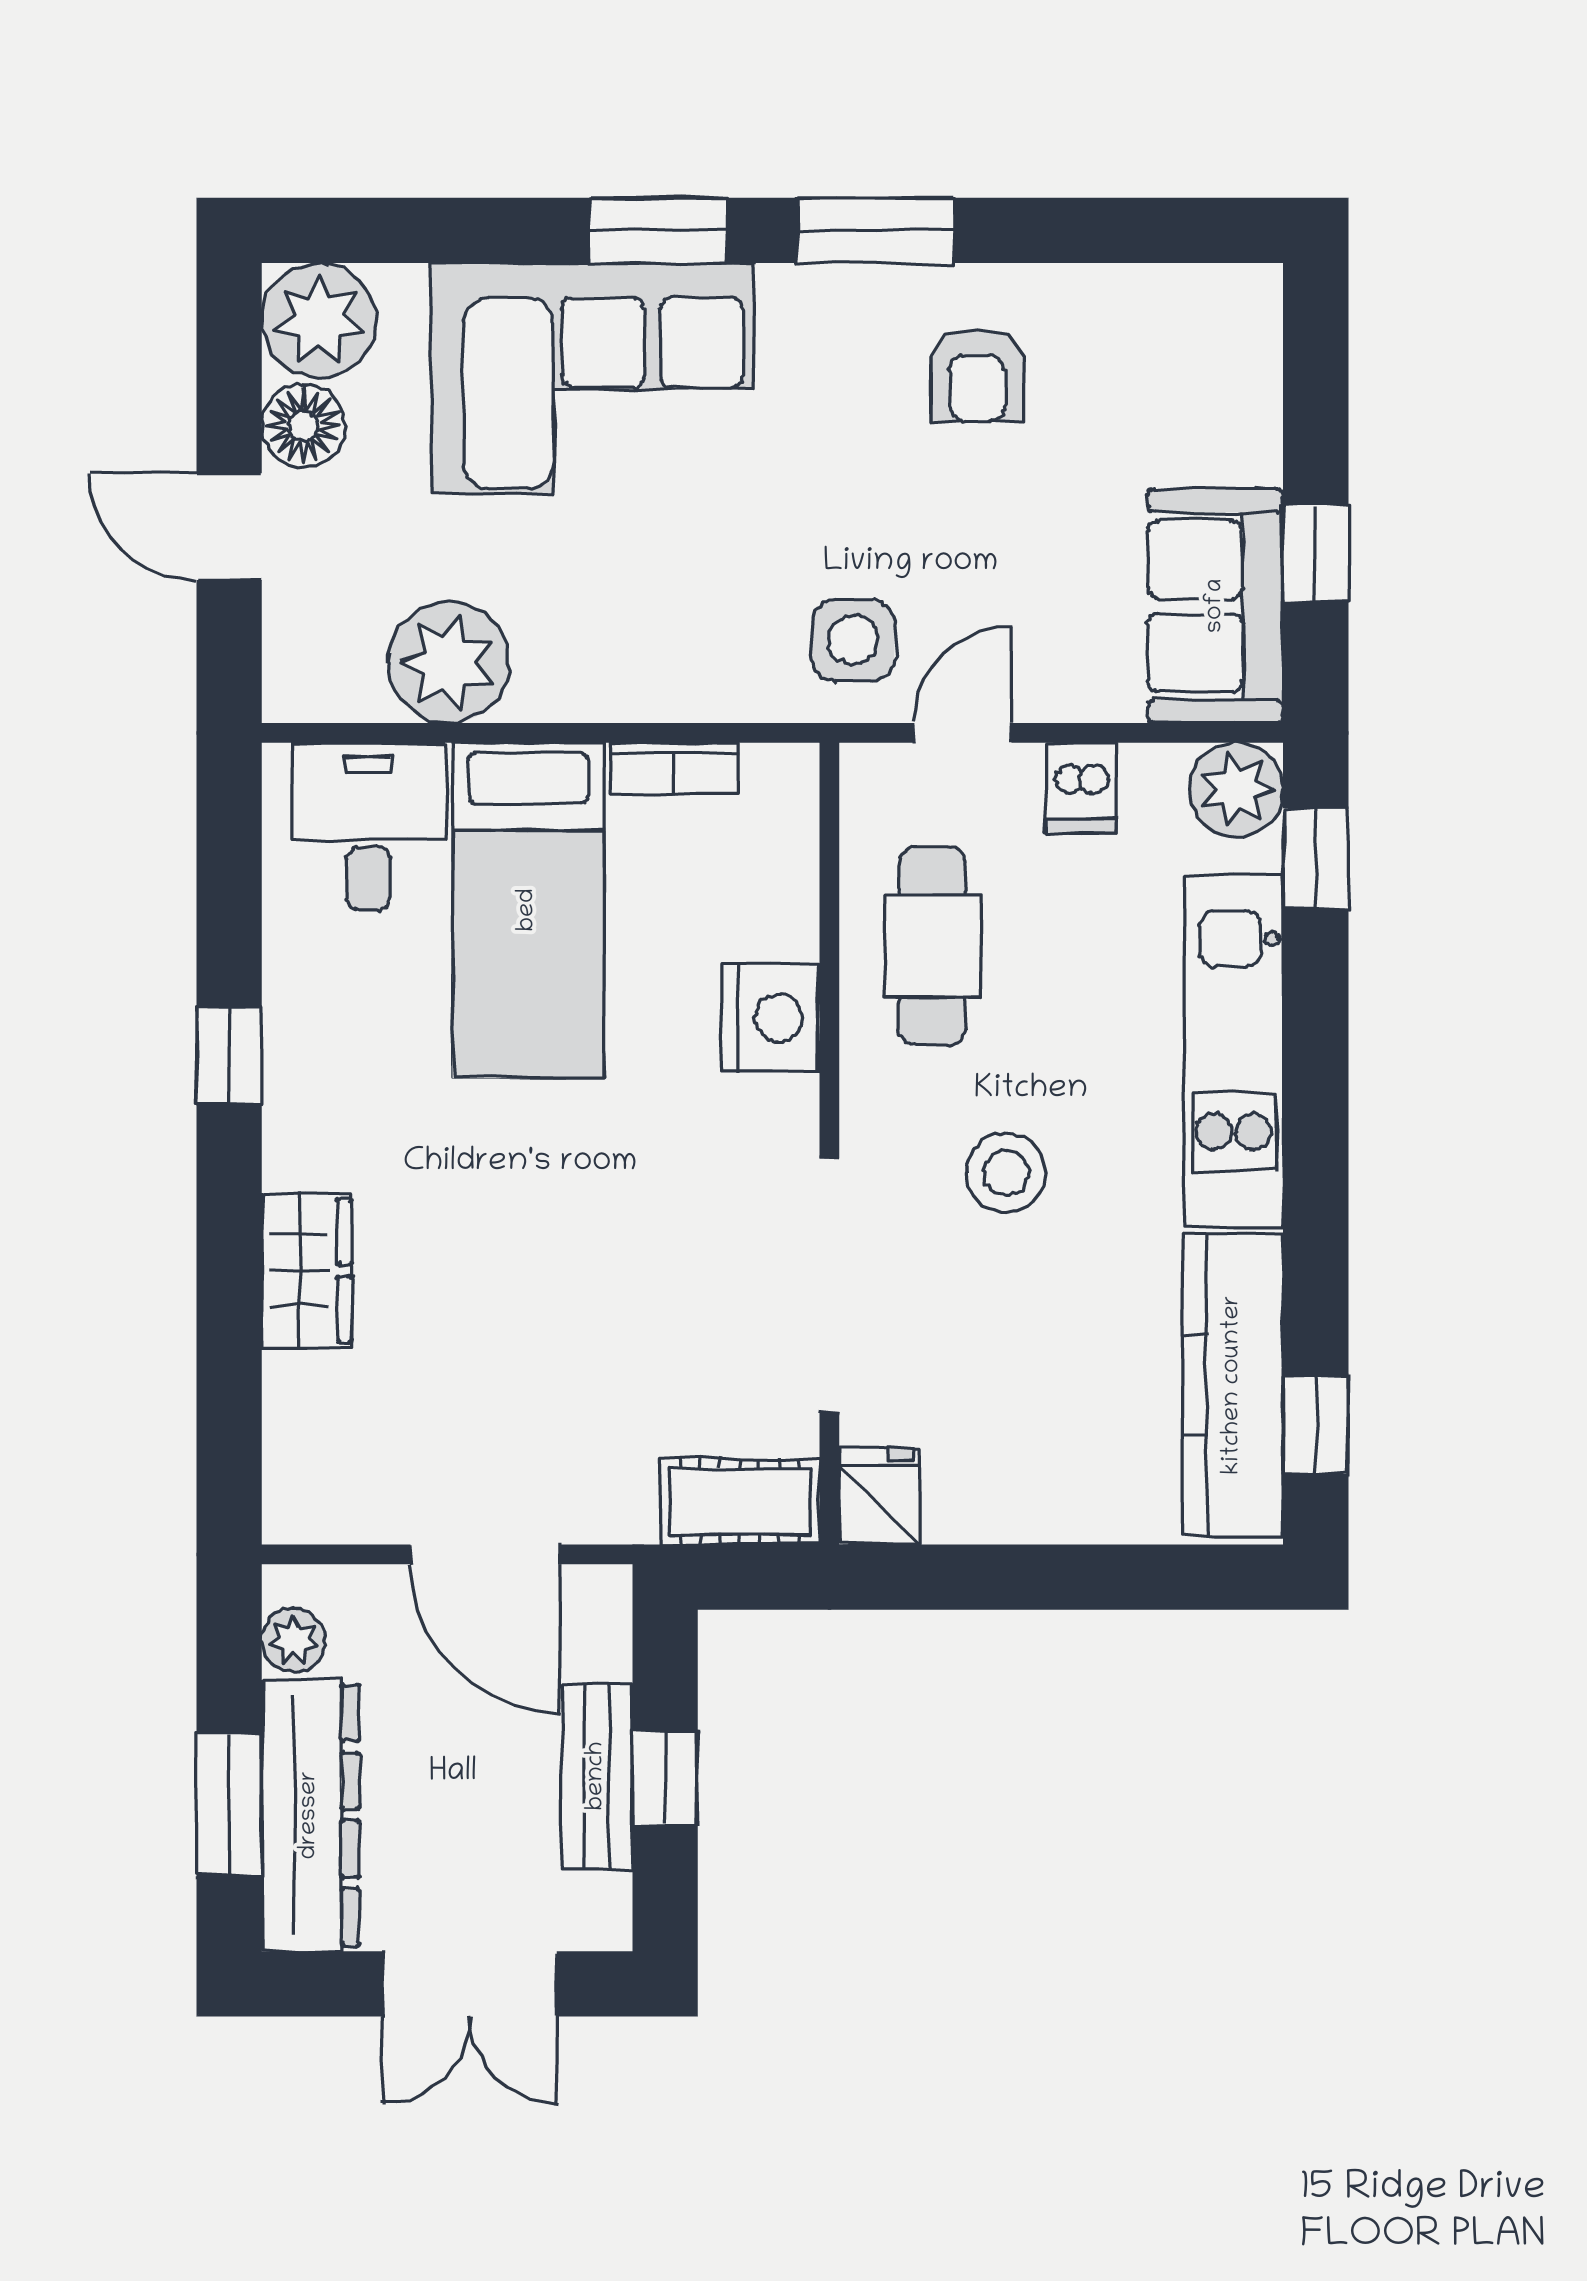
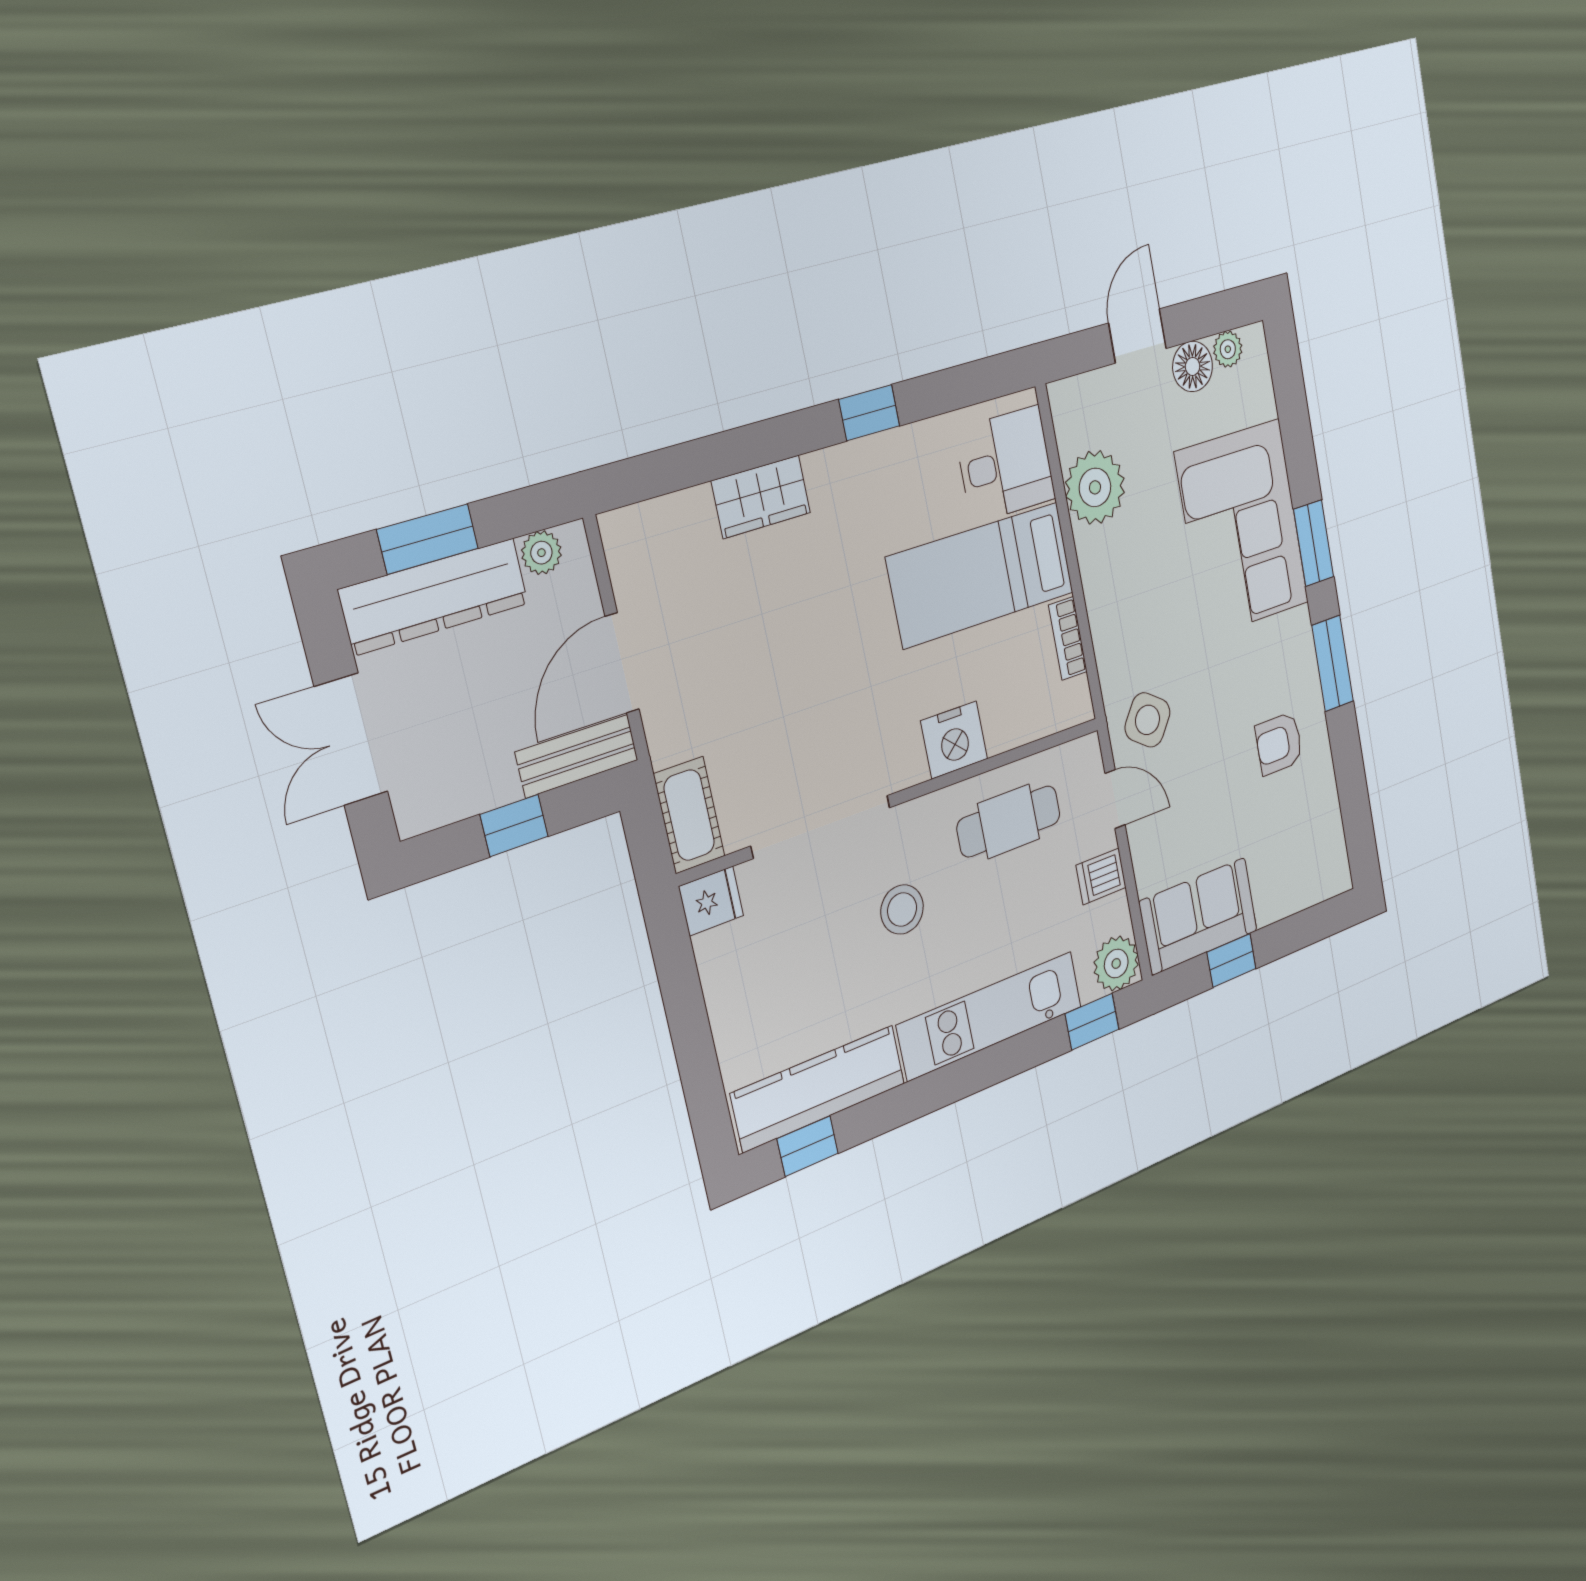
plant: (319, 320) -> (1228, 349), width x0.53, depth x0.53
side table: (853, 640) -> (1147, 720), turned 34
bench: (597, 1776) -> (577, 756), moved

